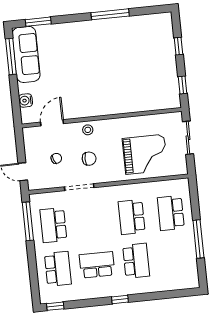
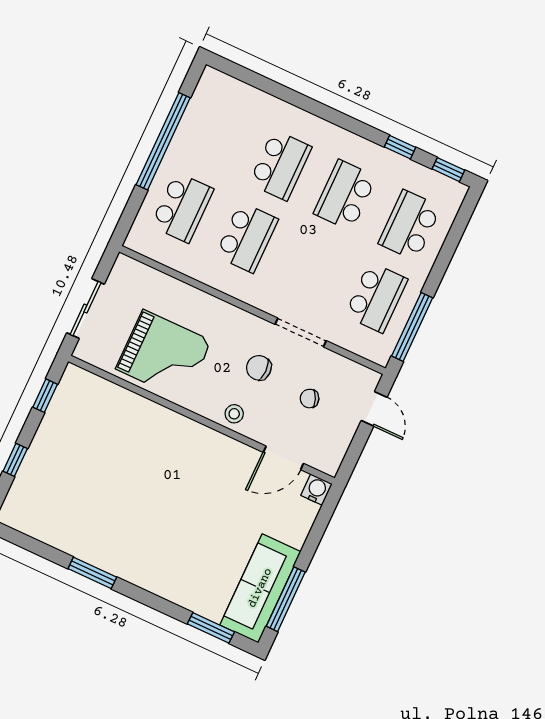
window: (110, 14) -> (92, 573), width x0.69
water cooler: (26, 100) -> (316, 490), moved, turned -90
grand piano: (145, 154) -> (164, 355), moved, turned 180
window: (198, 239) -> (163, 141), width x1.46
school desk: (136, 261) -> (280, 165), turned 180
school desk: (97, 265) -> (345, 195), turned 90
window: (120, 299) -> (400, 147), moved

